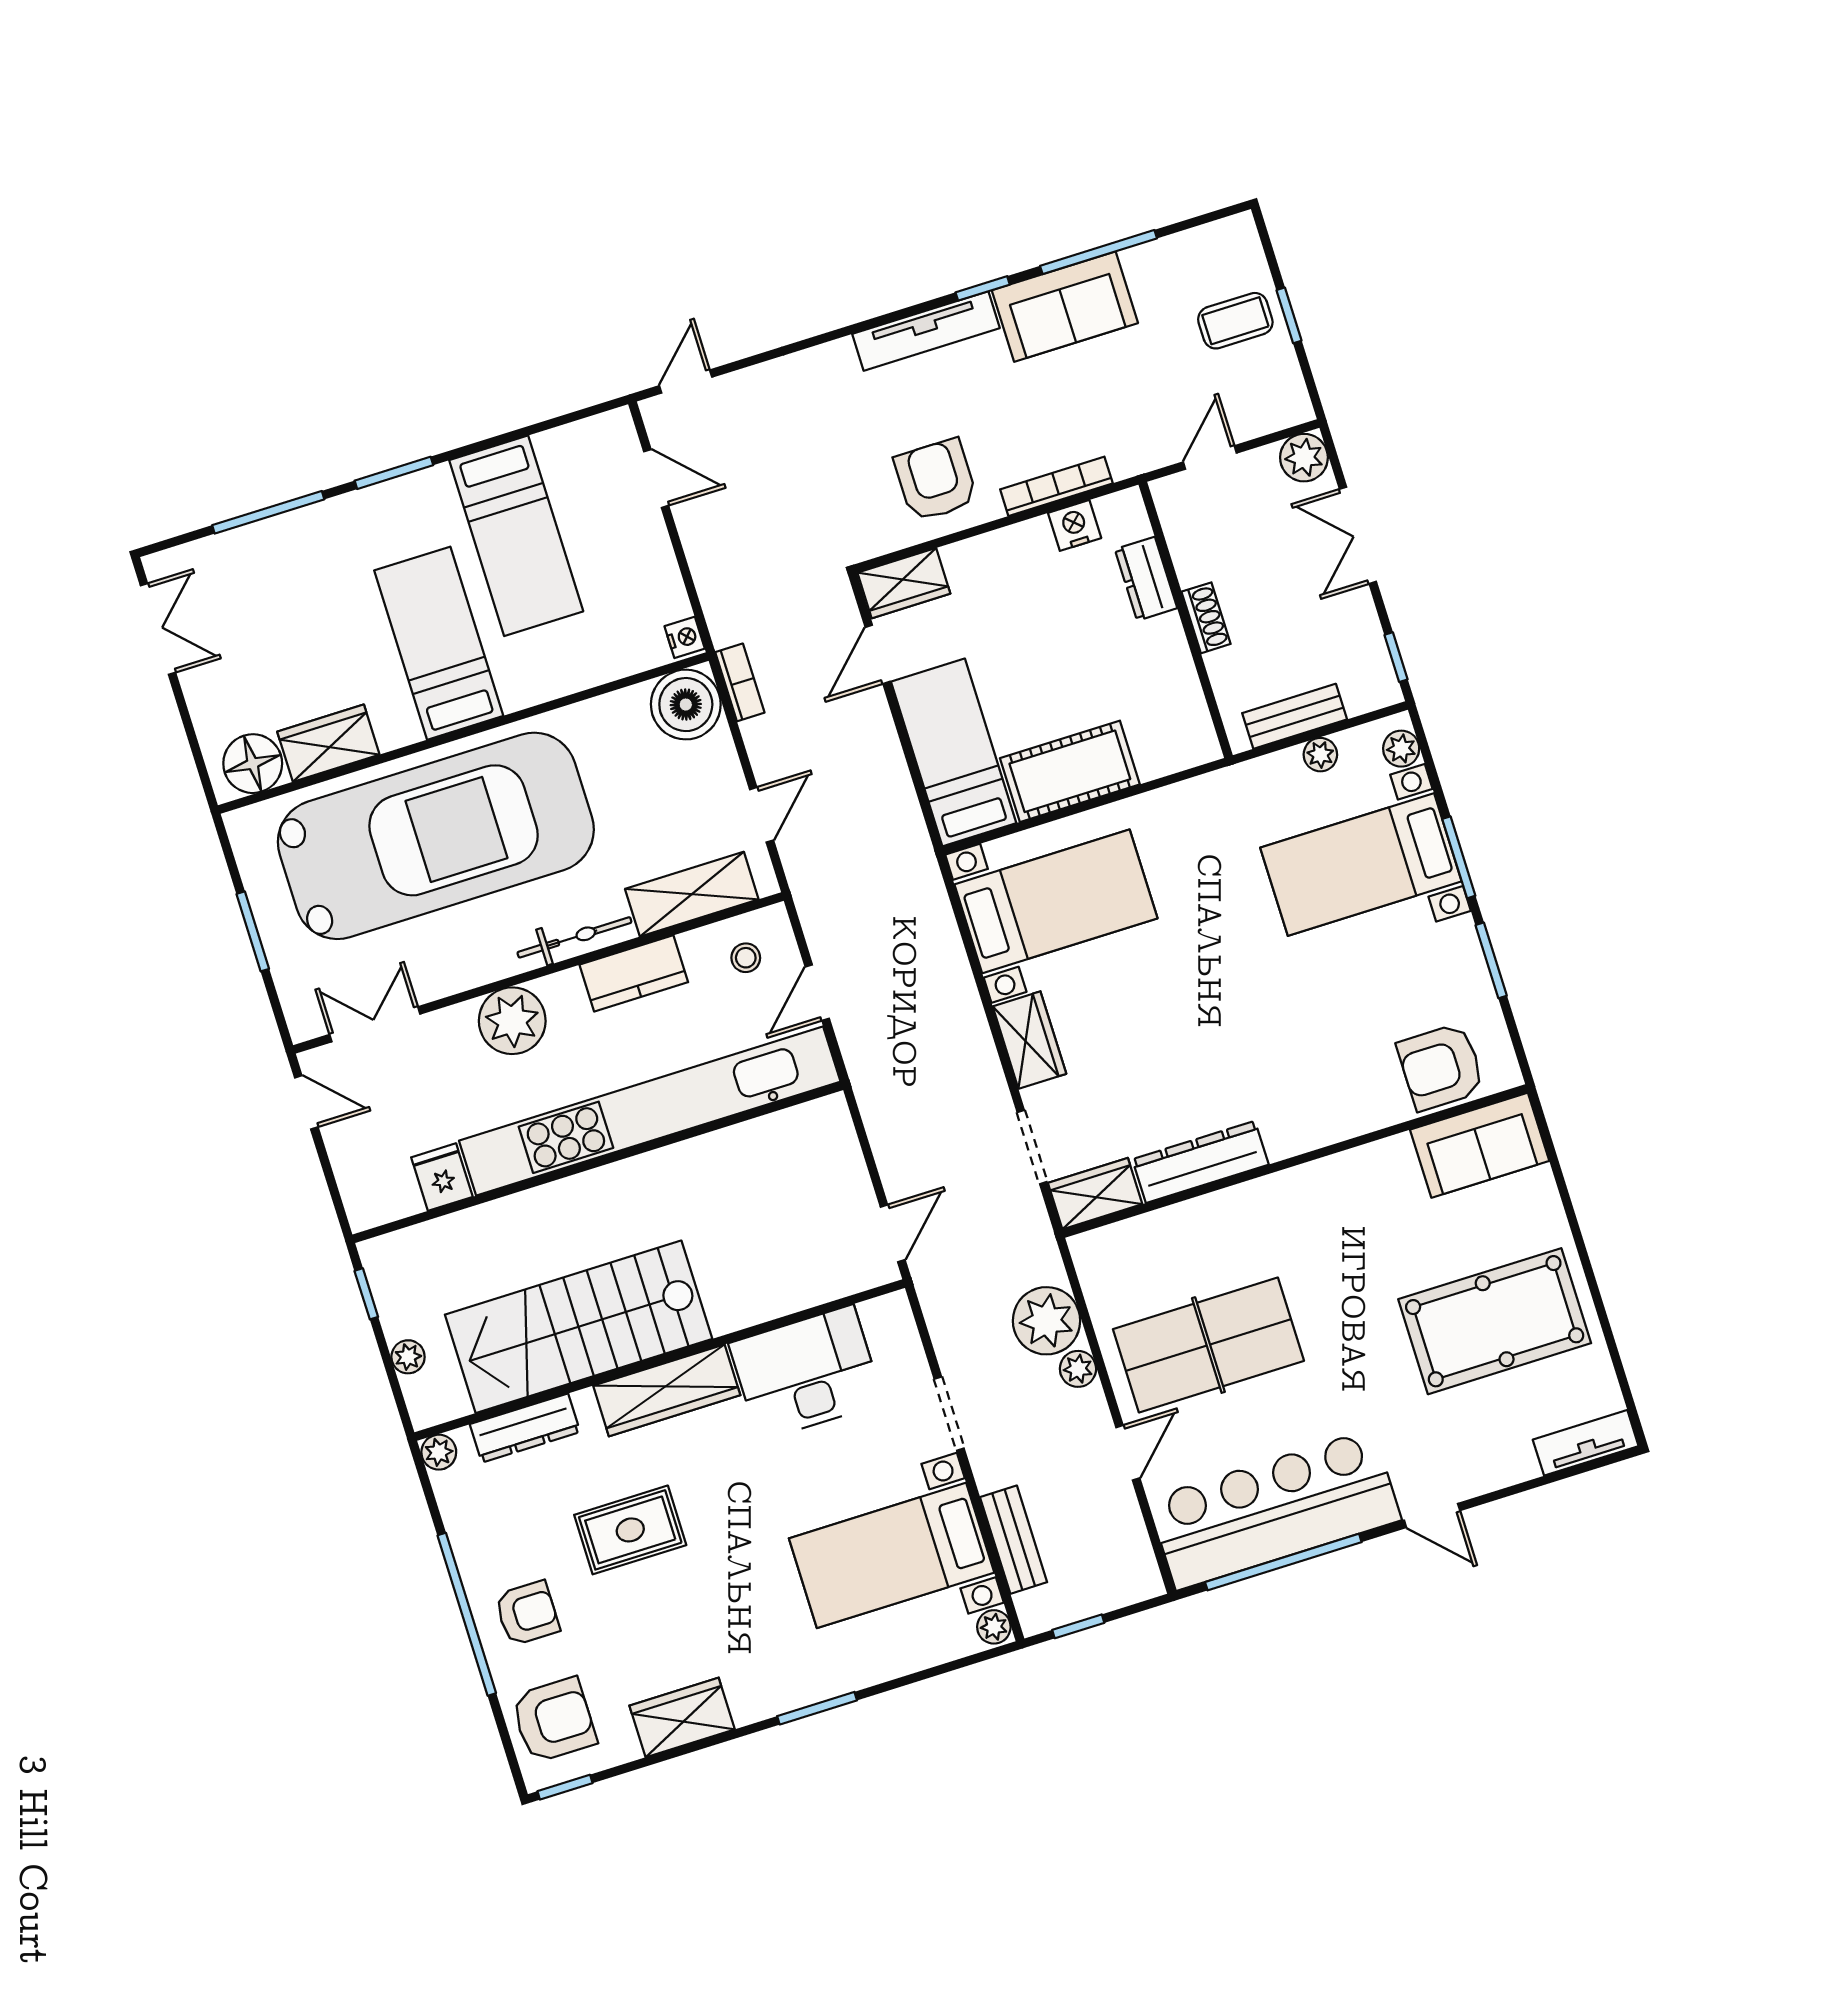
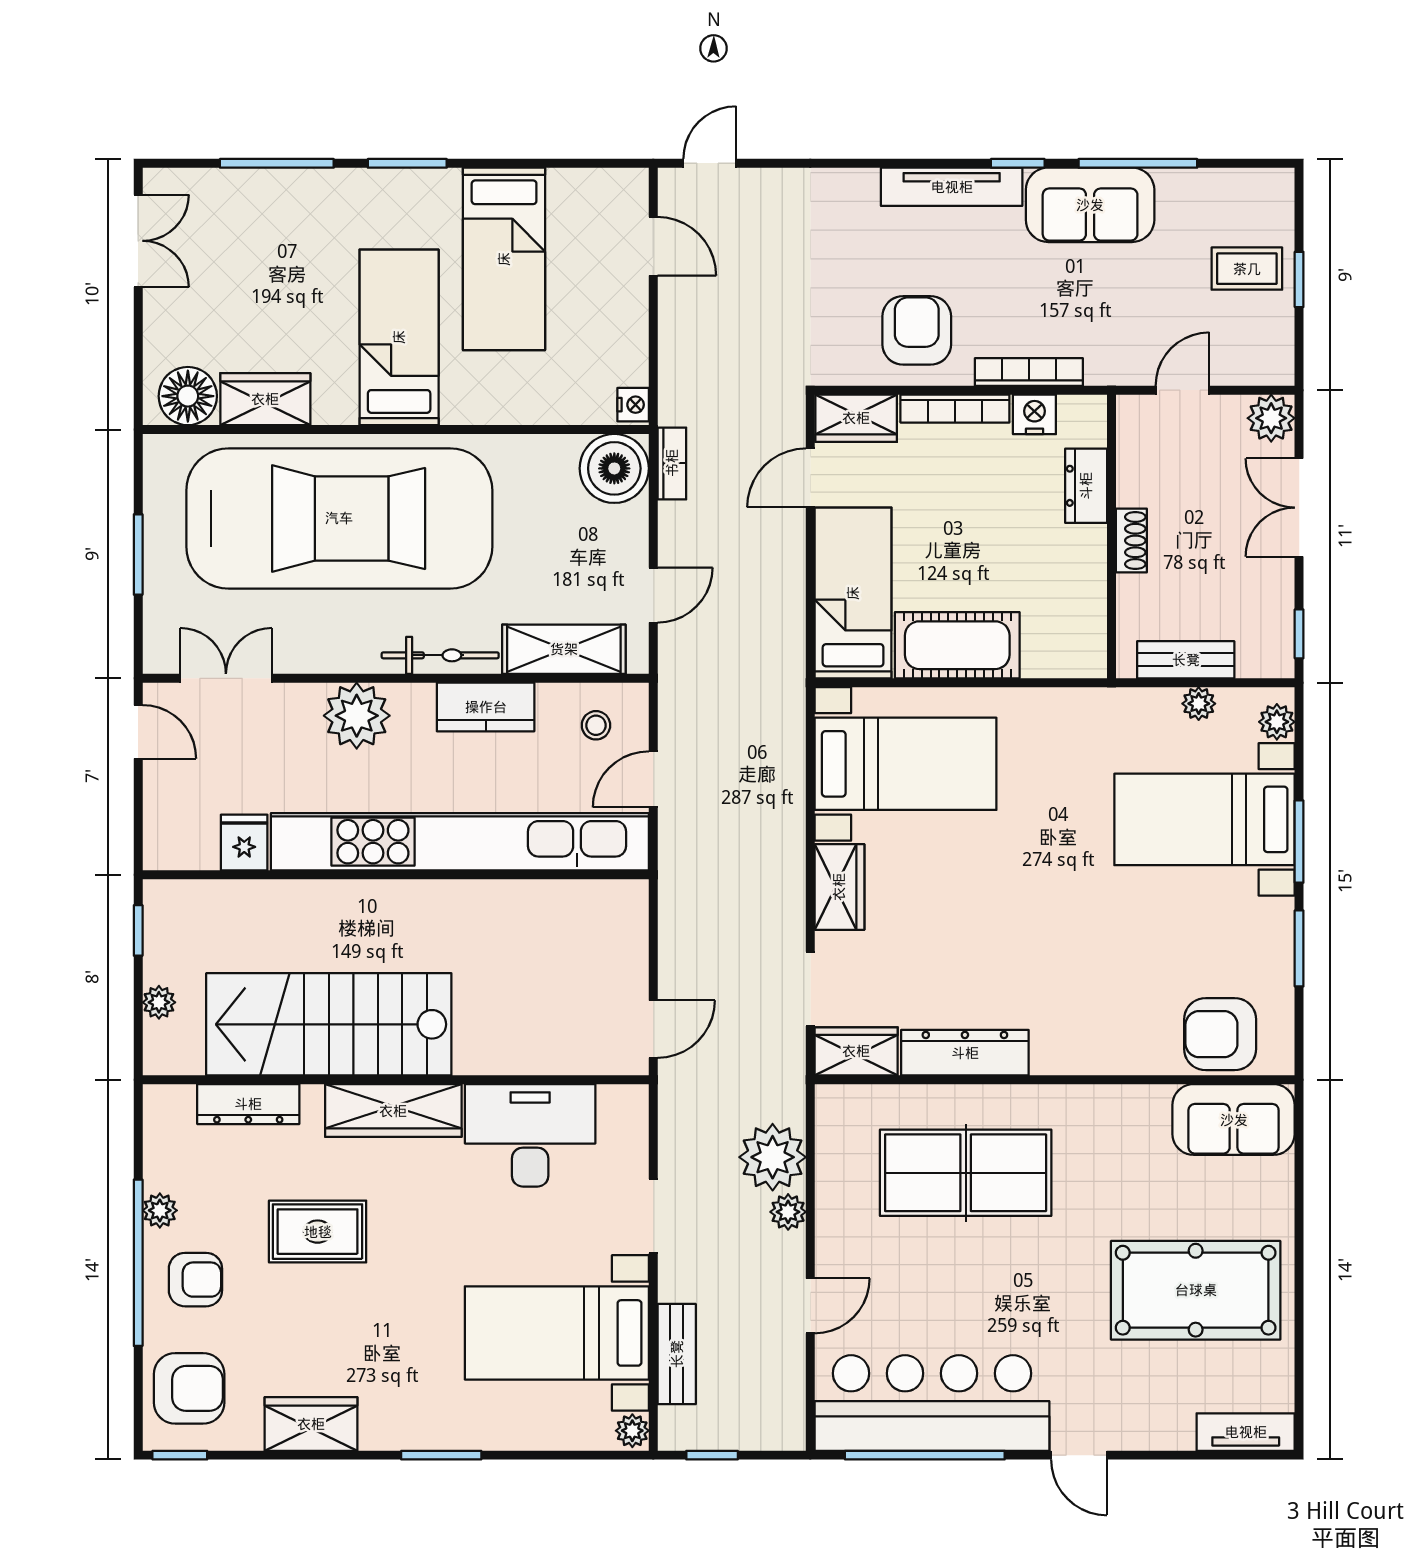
bookcase: (996, 544) -> (955, 409), added
table tennis table: (1208, 1345) -> (966, 1173), moved
plant: (439, 1452) -> (160, 1210), moved

